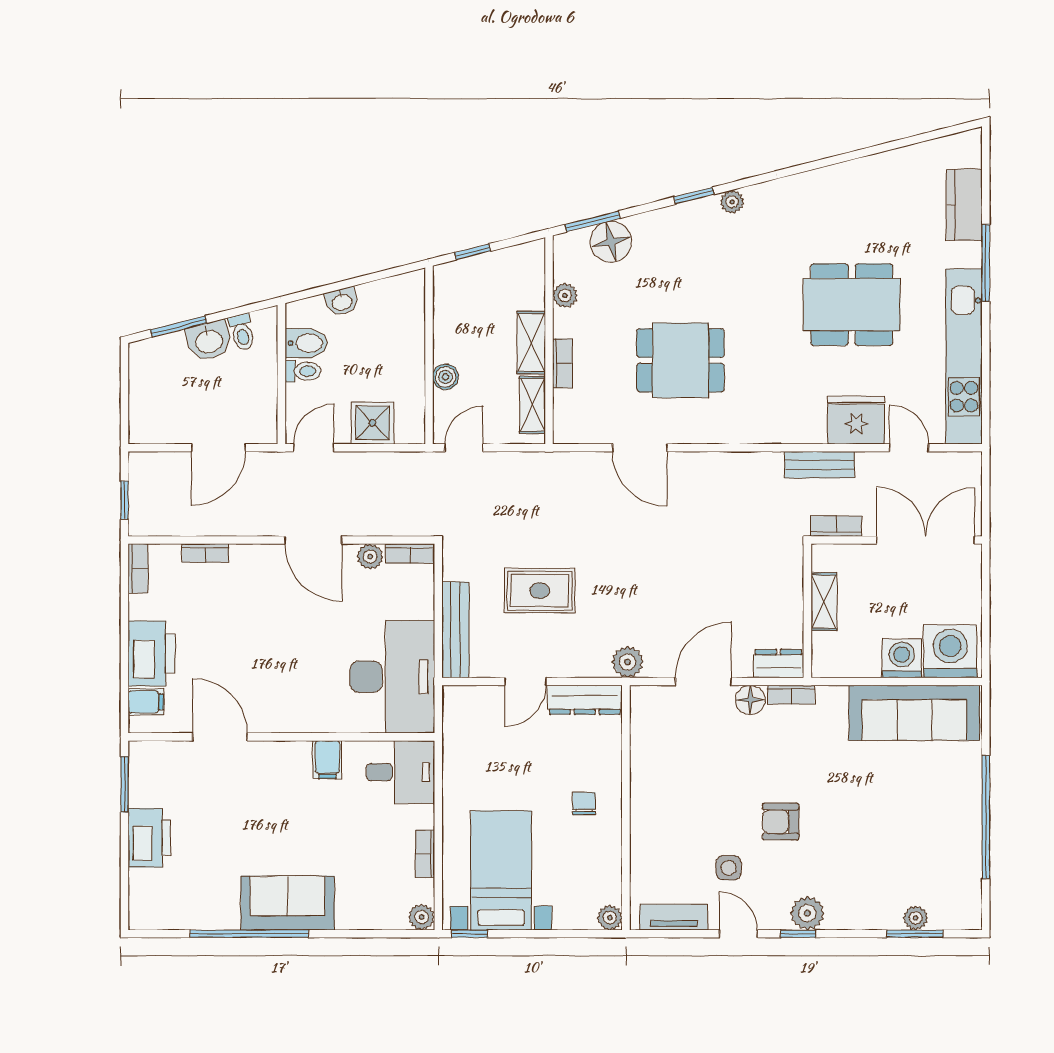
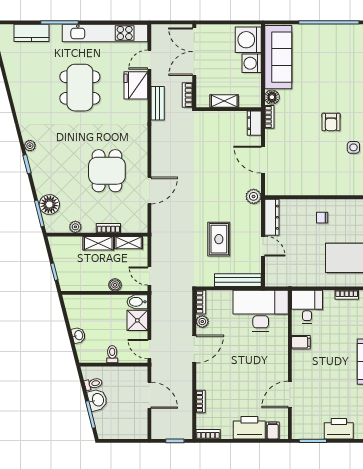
bidet: (306, 343) -> (137, 302), moved, turned -90
floor lamp: (750, 700) -> (272, 97), moved

